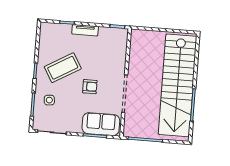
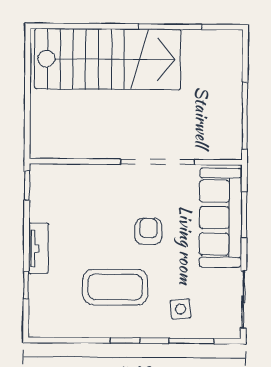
coffee table: (63, 68) -> (115, 287), turned -60
stairs: (178, 85) -> (108, 59), width x0.73
sofa: (101, 124) -> (221, 218), width x1.36

